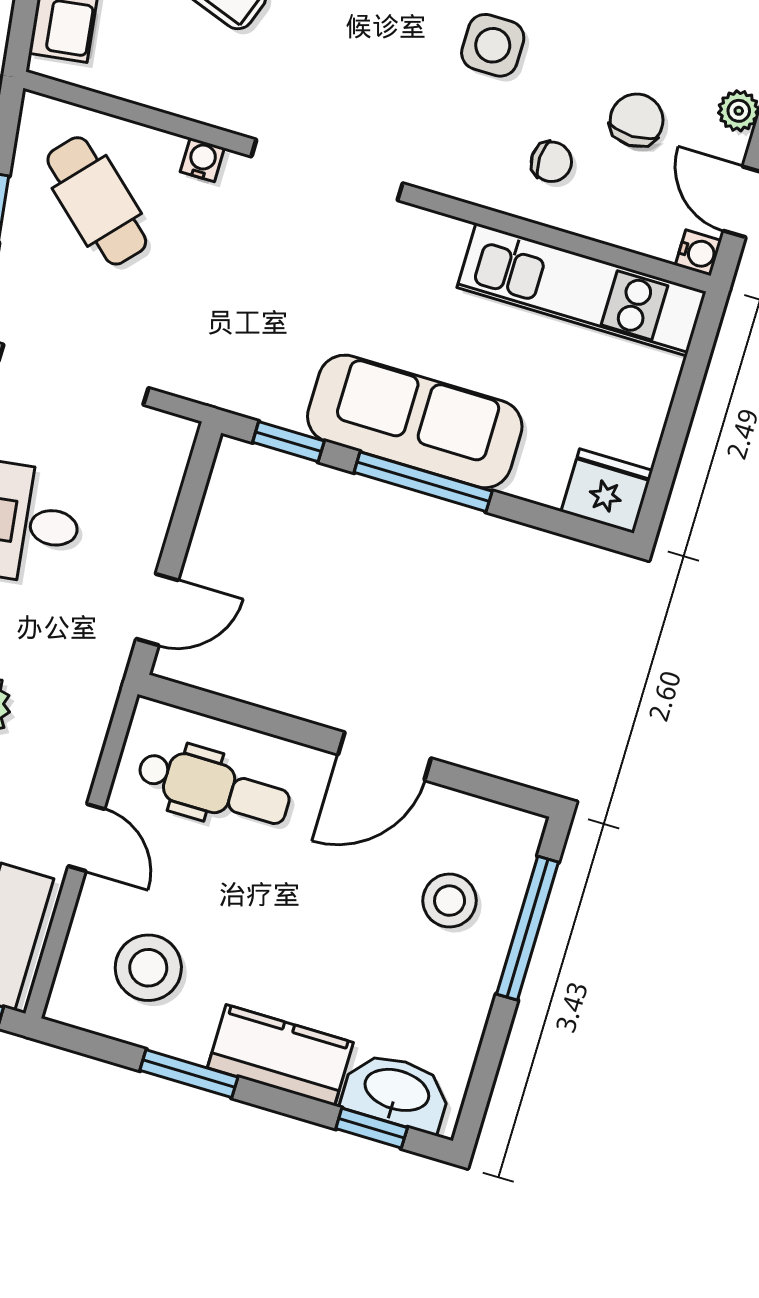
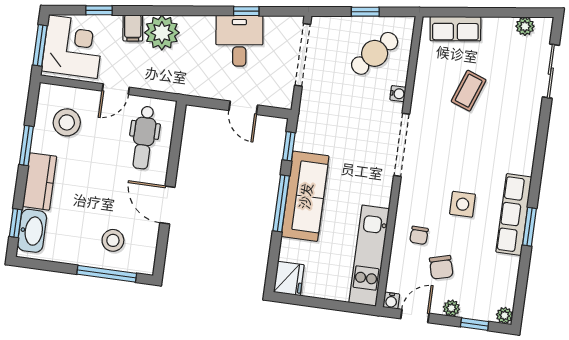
chair: (637, 120) -> (441, 267), turned 75
door: (157, 610) -> (243, 108), moved

